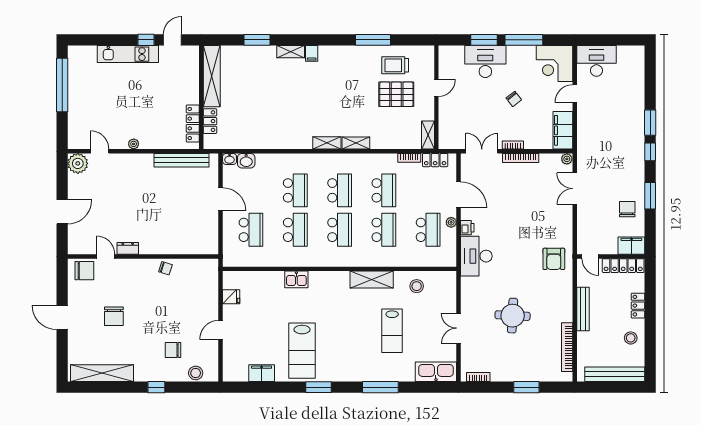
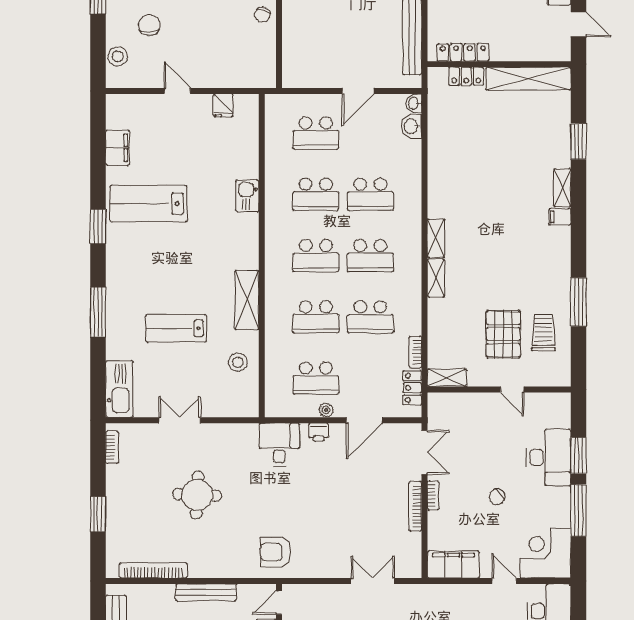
plant: (567, 159) -> (414, 570), removed
desk: (476, 256) -> (279, 445), width x0.73

